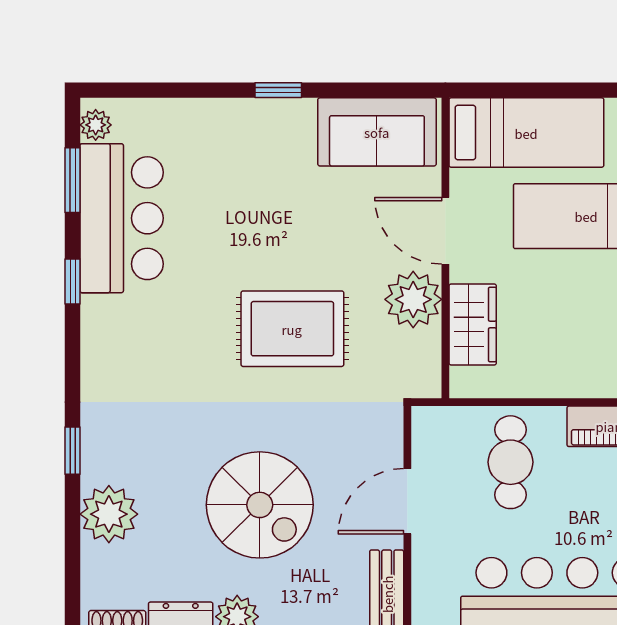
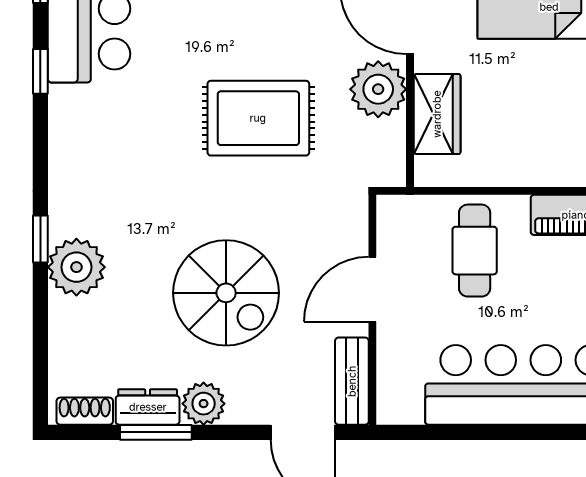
plant: (109, 514) -> (76, 267), moved

